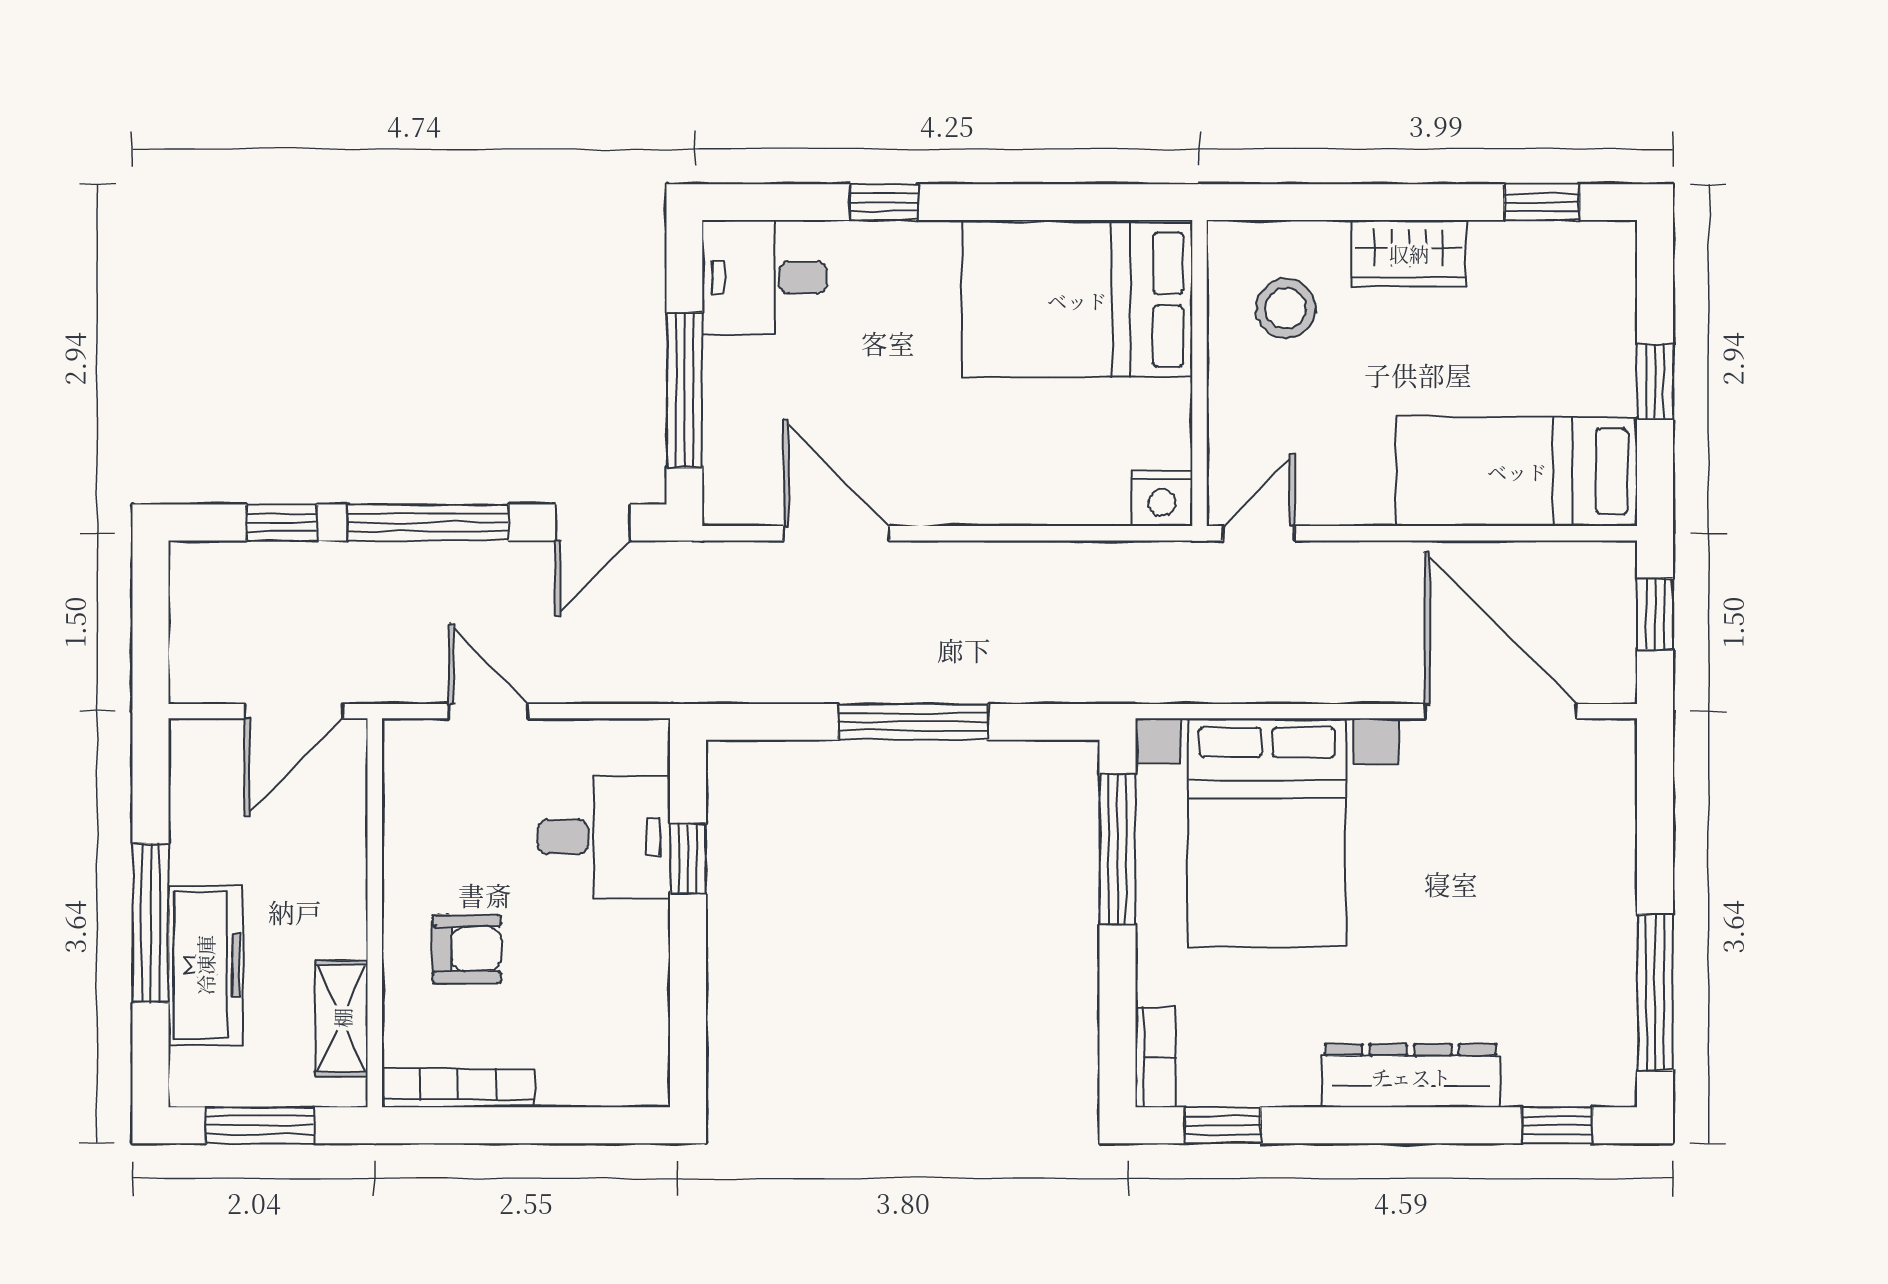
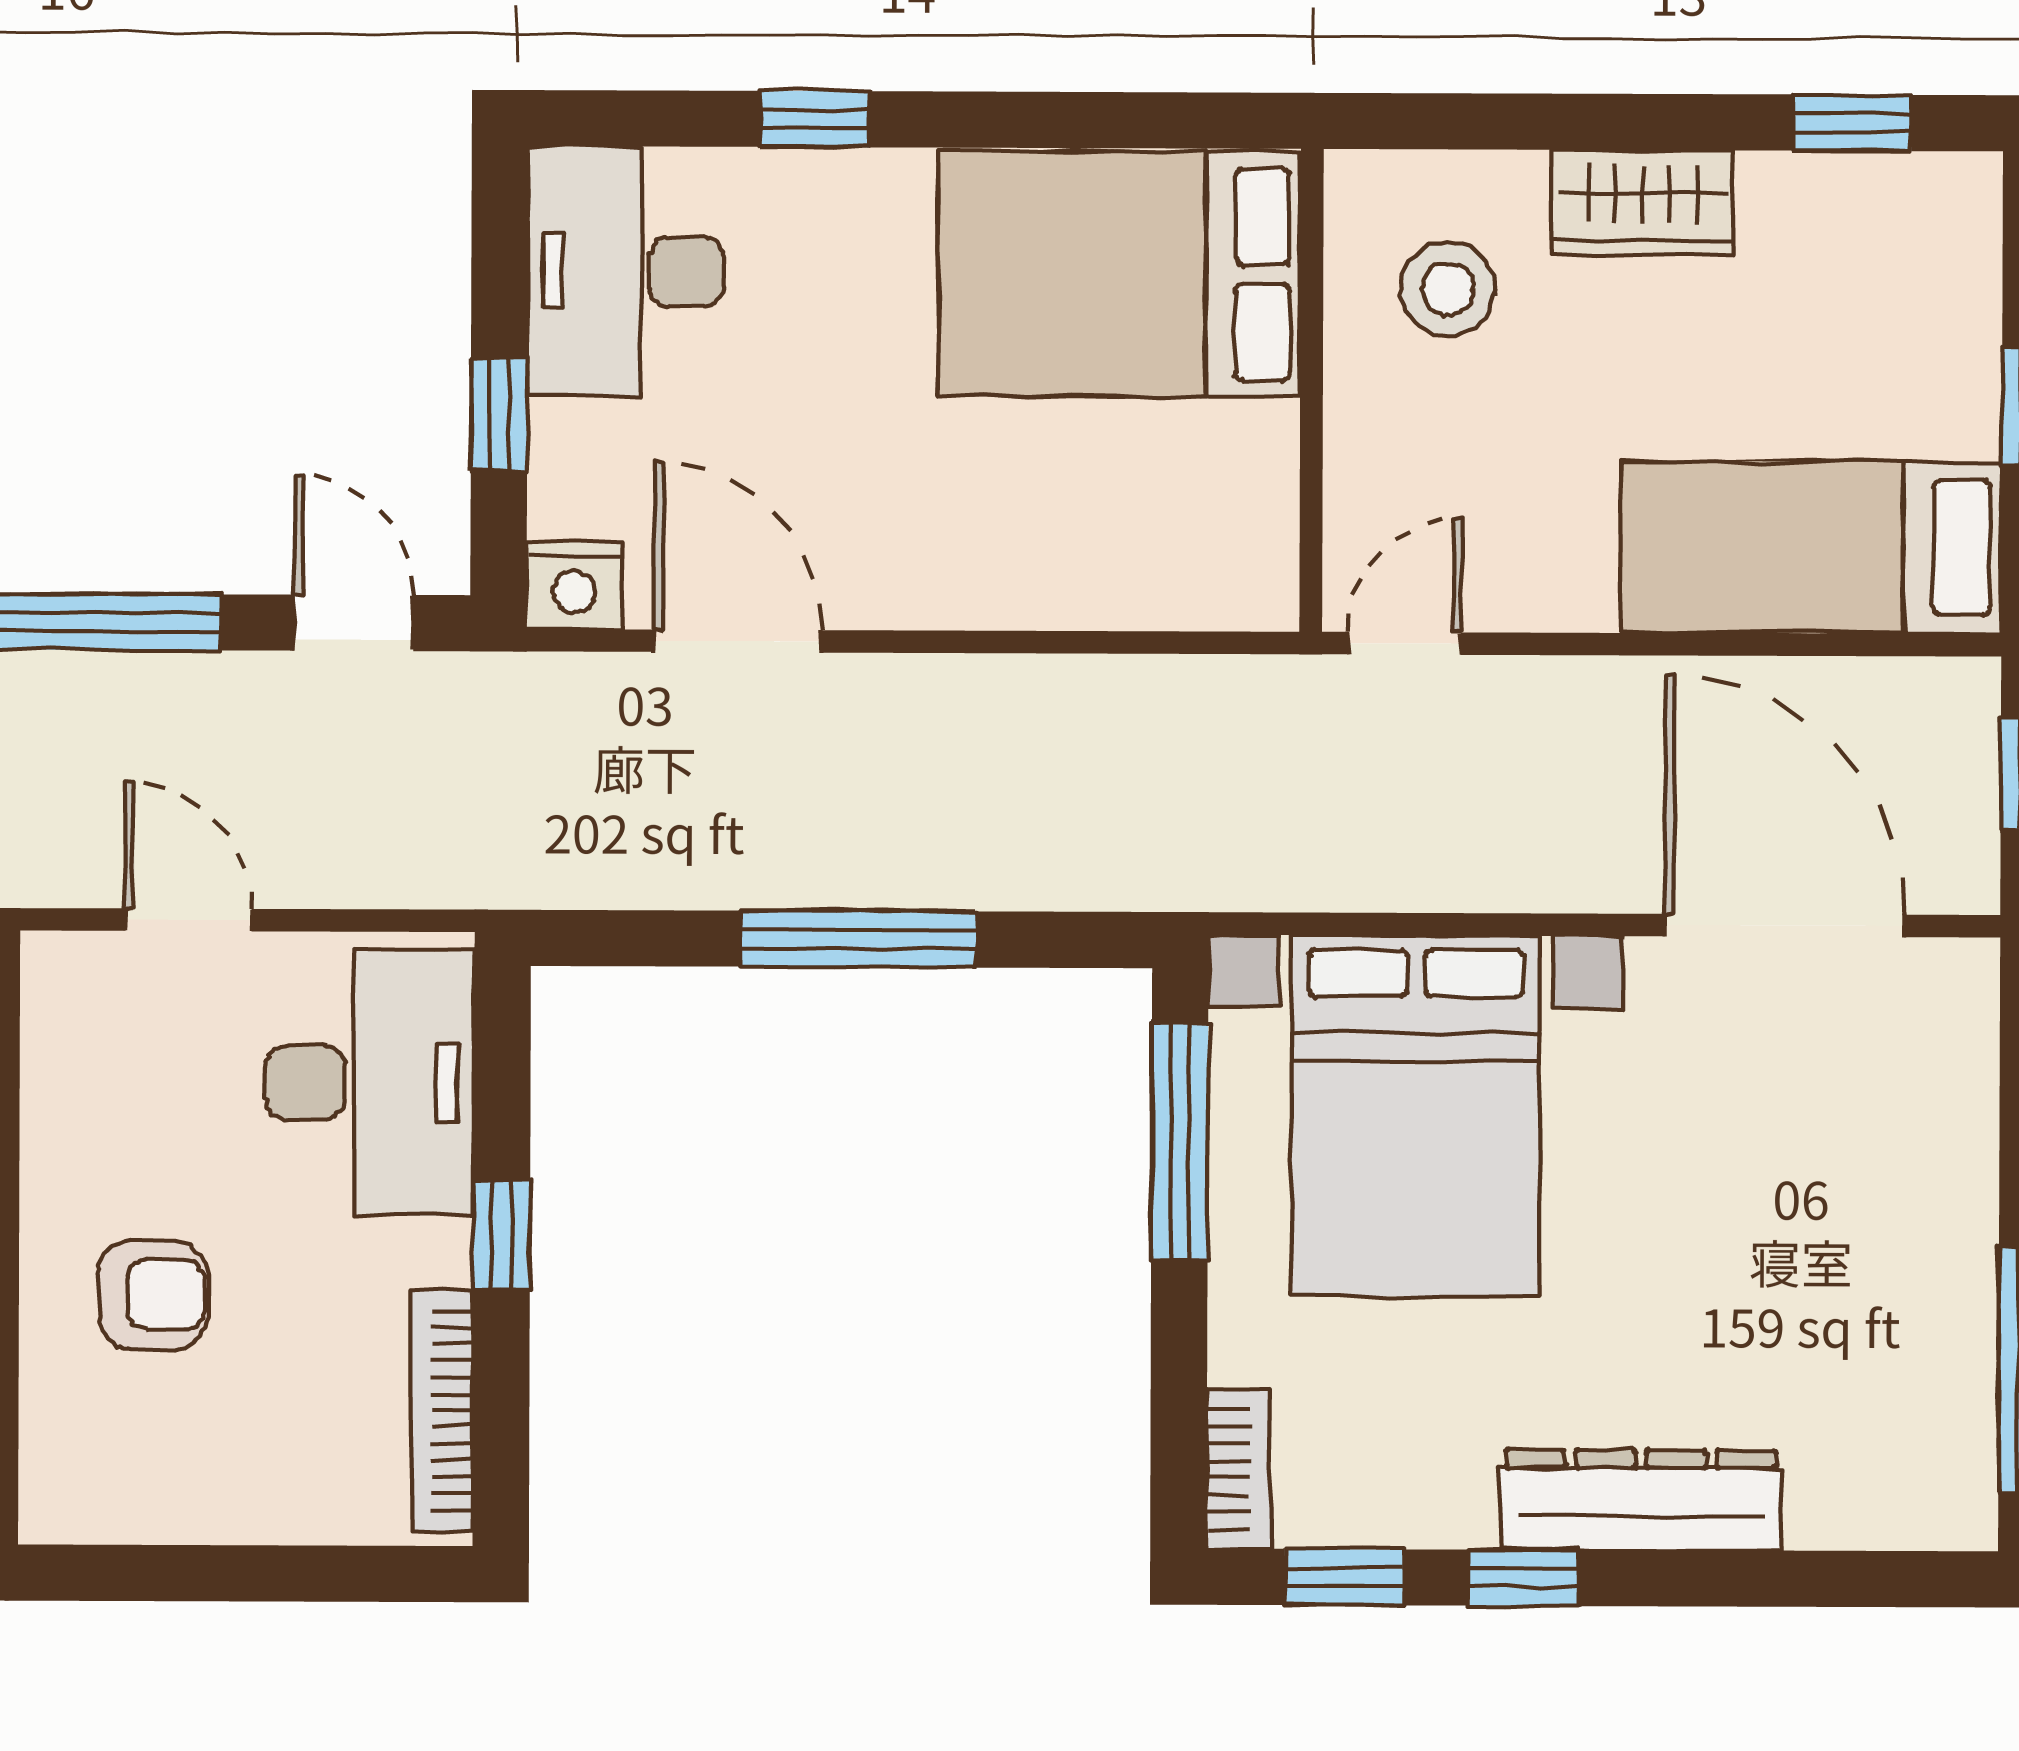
desk: (764, 278) -> (626, 271), width x1.37
window: (684, 390) -> (499, 414), width x0.46
nightstand: (1162, 498) -> (574, 585), moved
door: (593, 522) -> (354, 623), swing flipped
desk: (604, 837) -> (370, 1083), width x1.37
window: (688, 859) -> (502, 1235), moved
bookcase: (458, 1088) -> (442, 1410), moved, turned -90
window: (1557, 1125) -> (1523, 1578), moved

